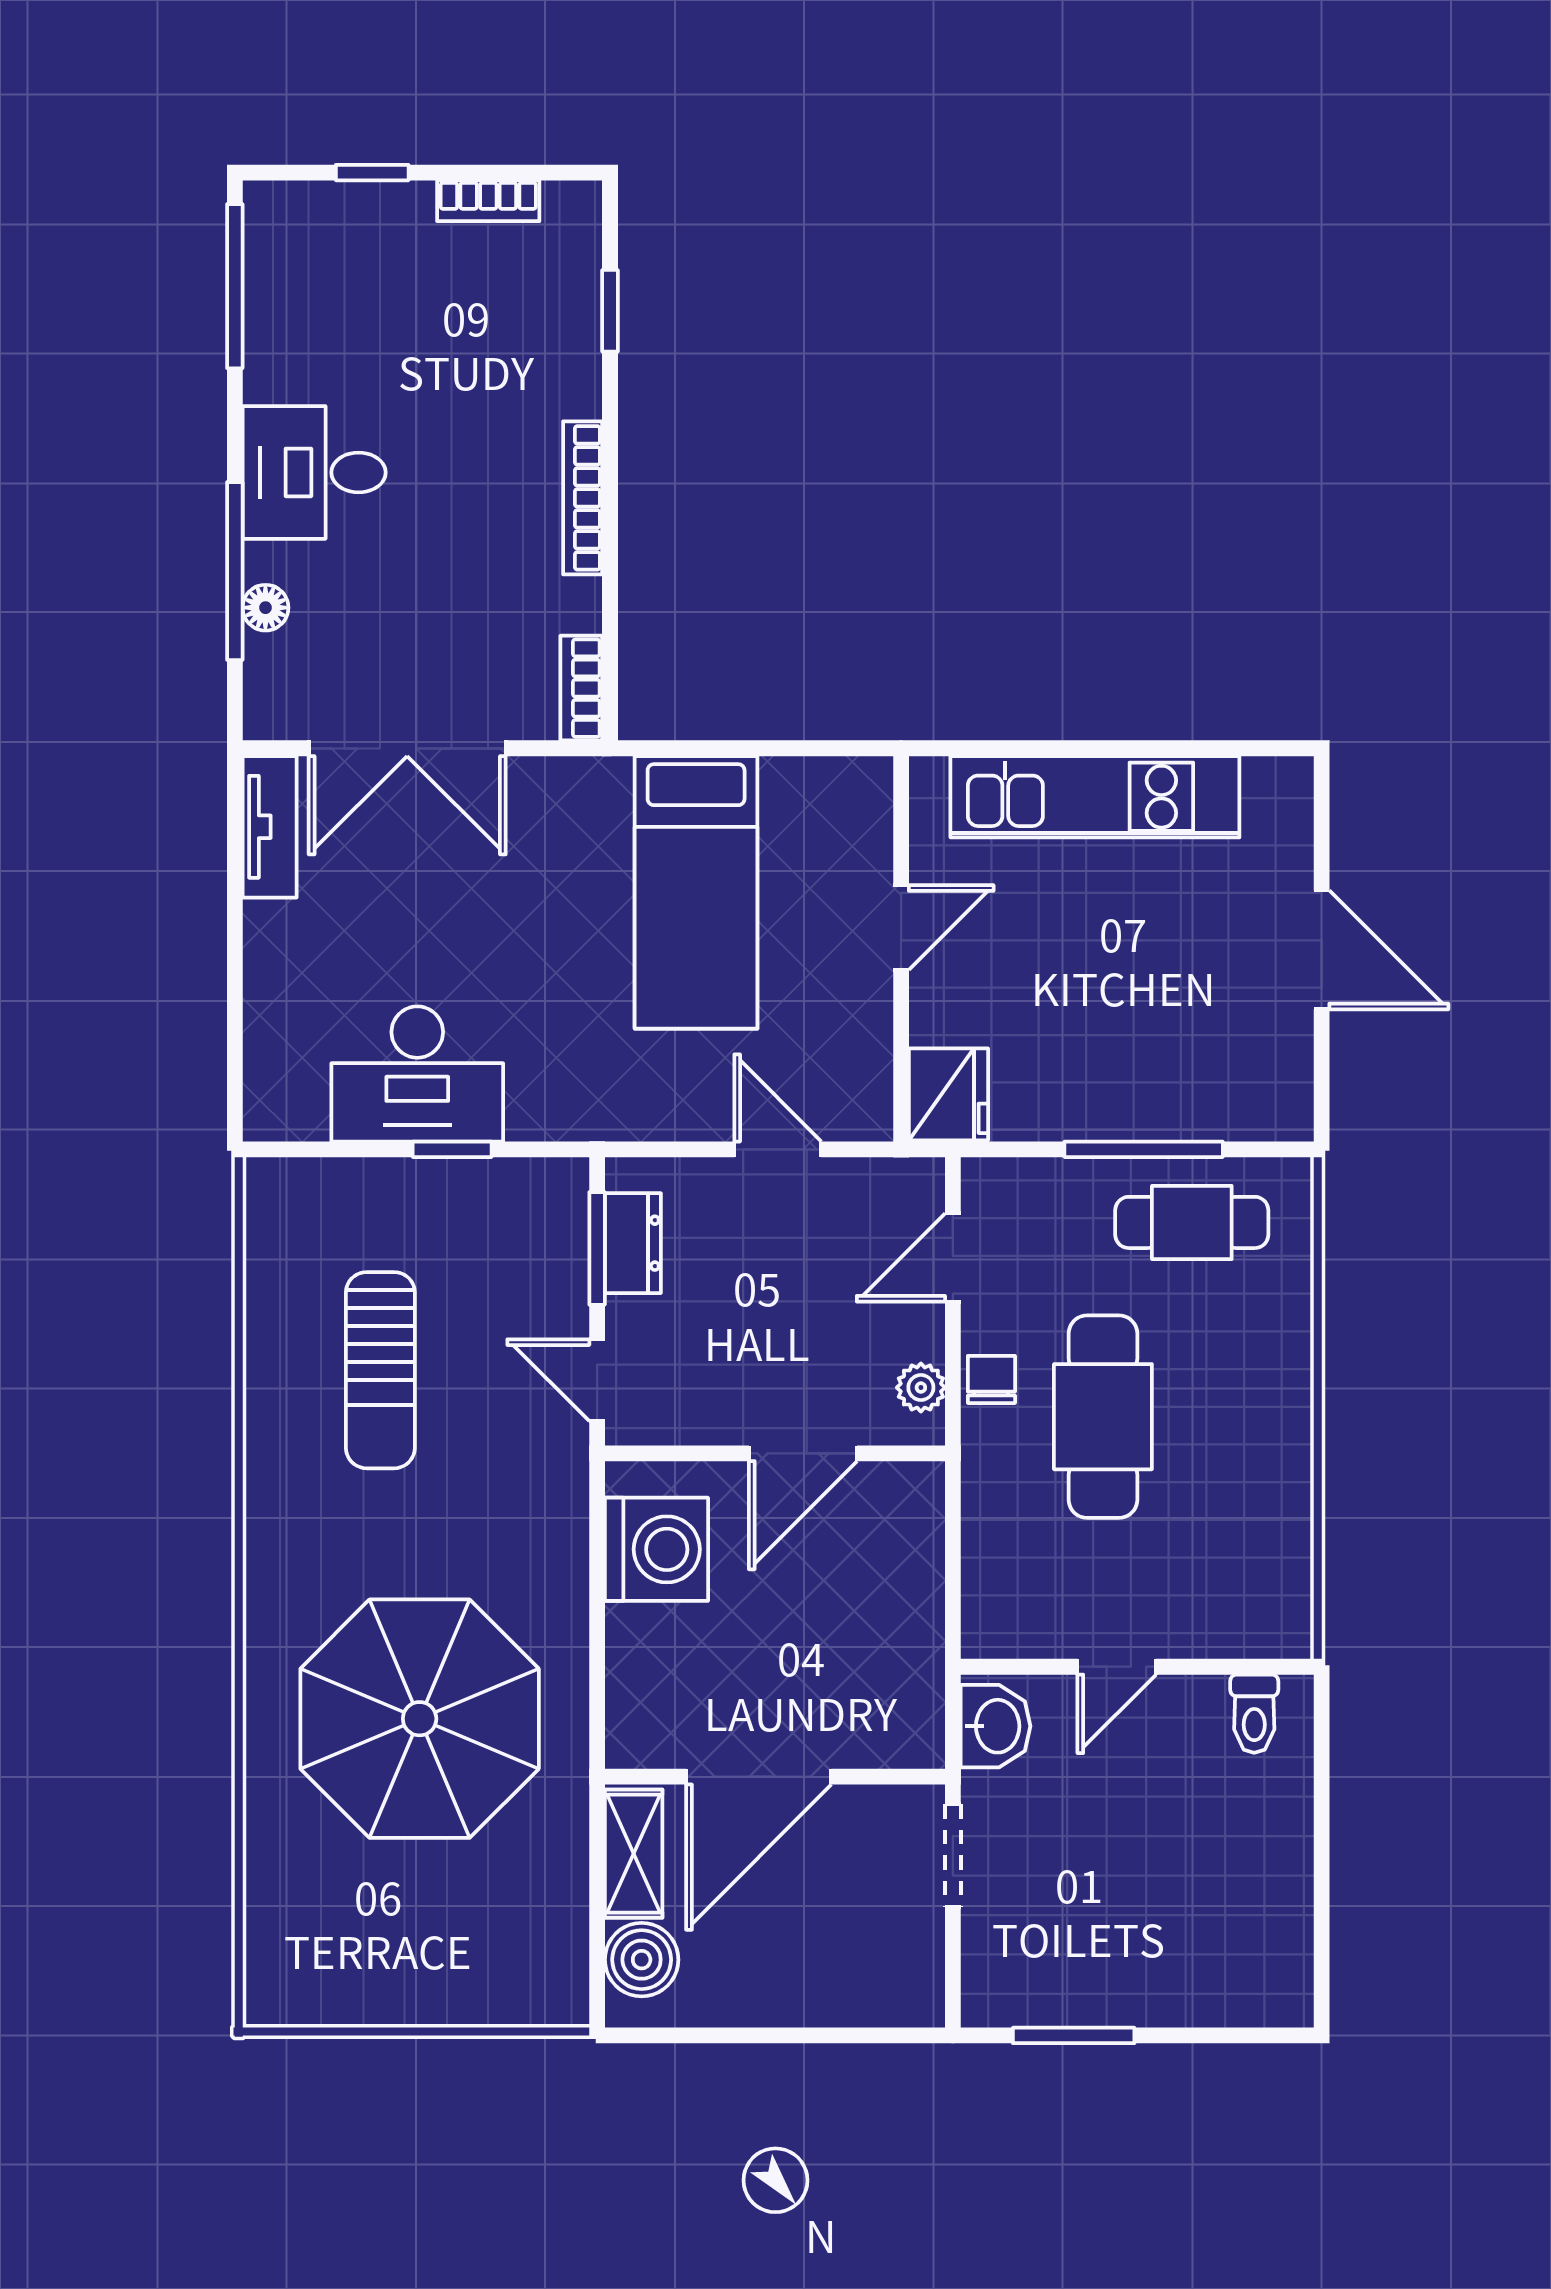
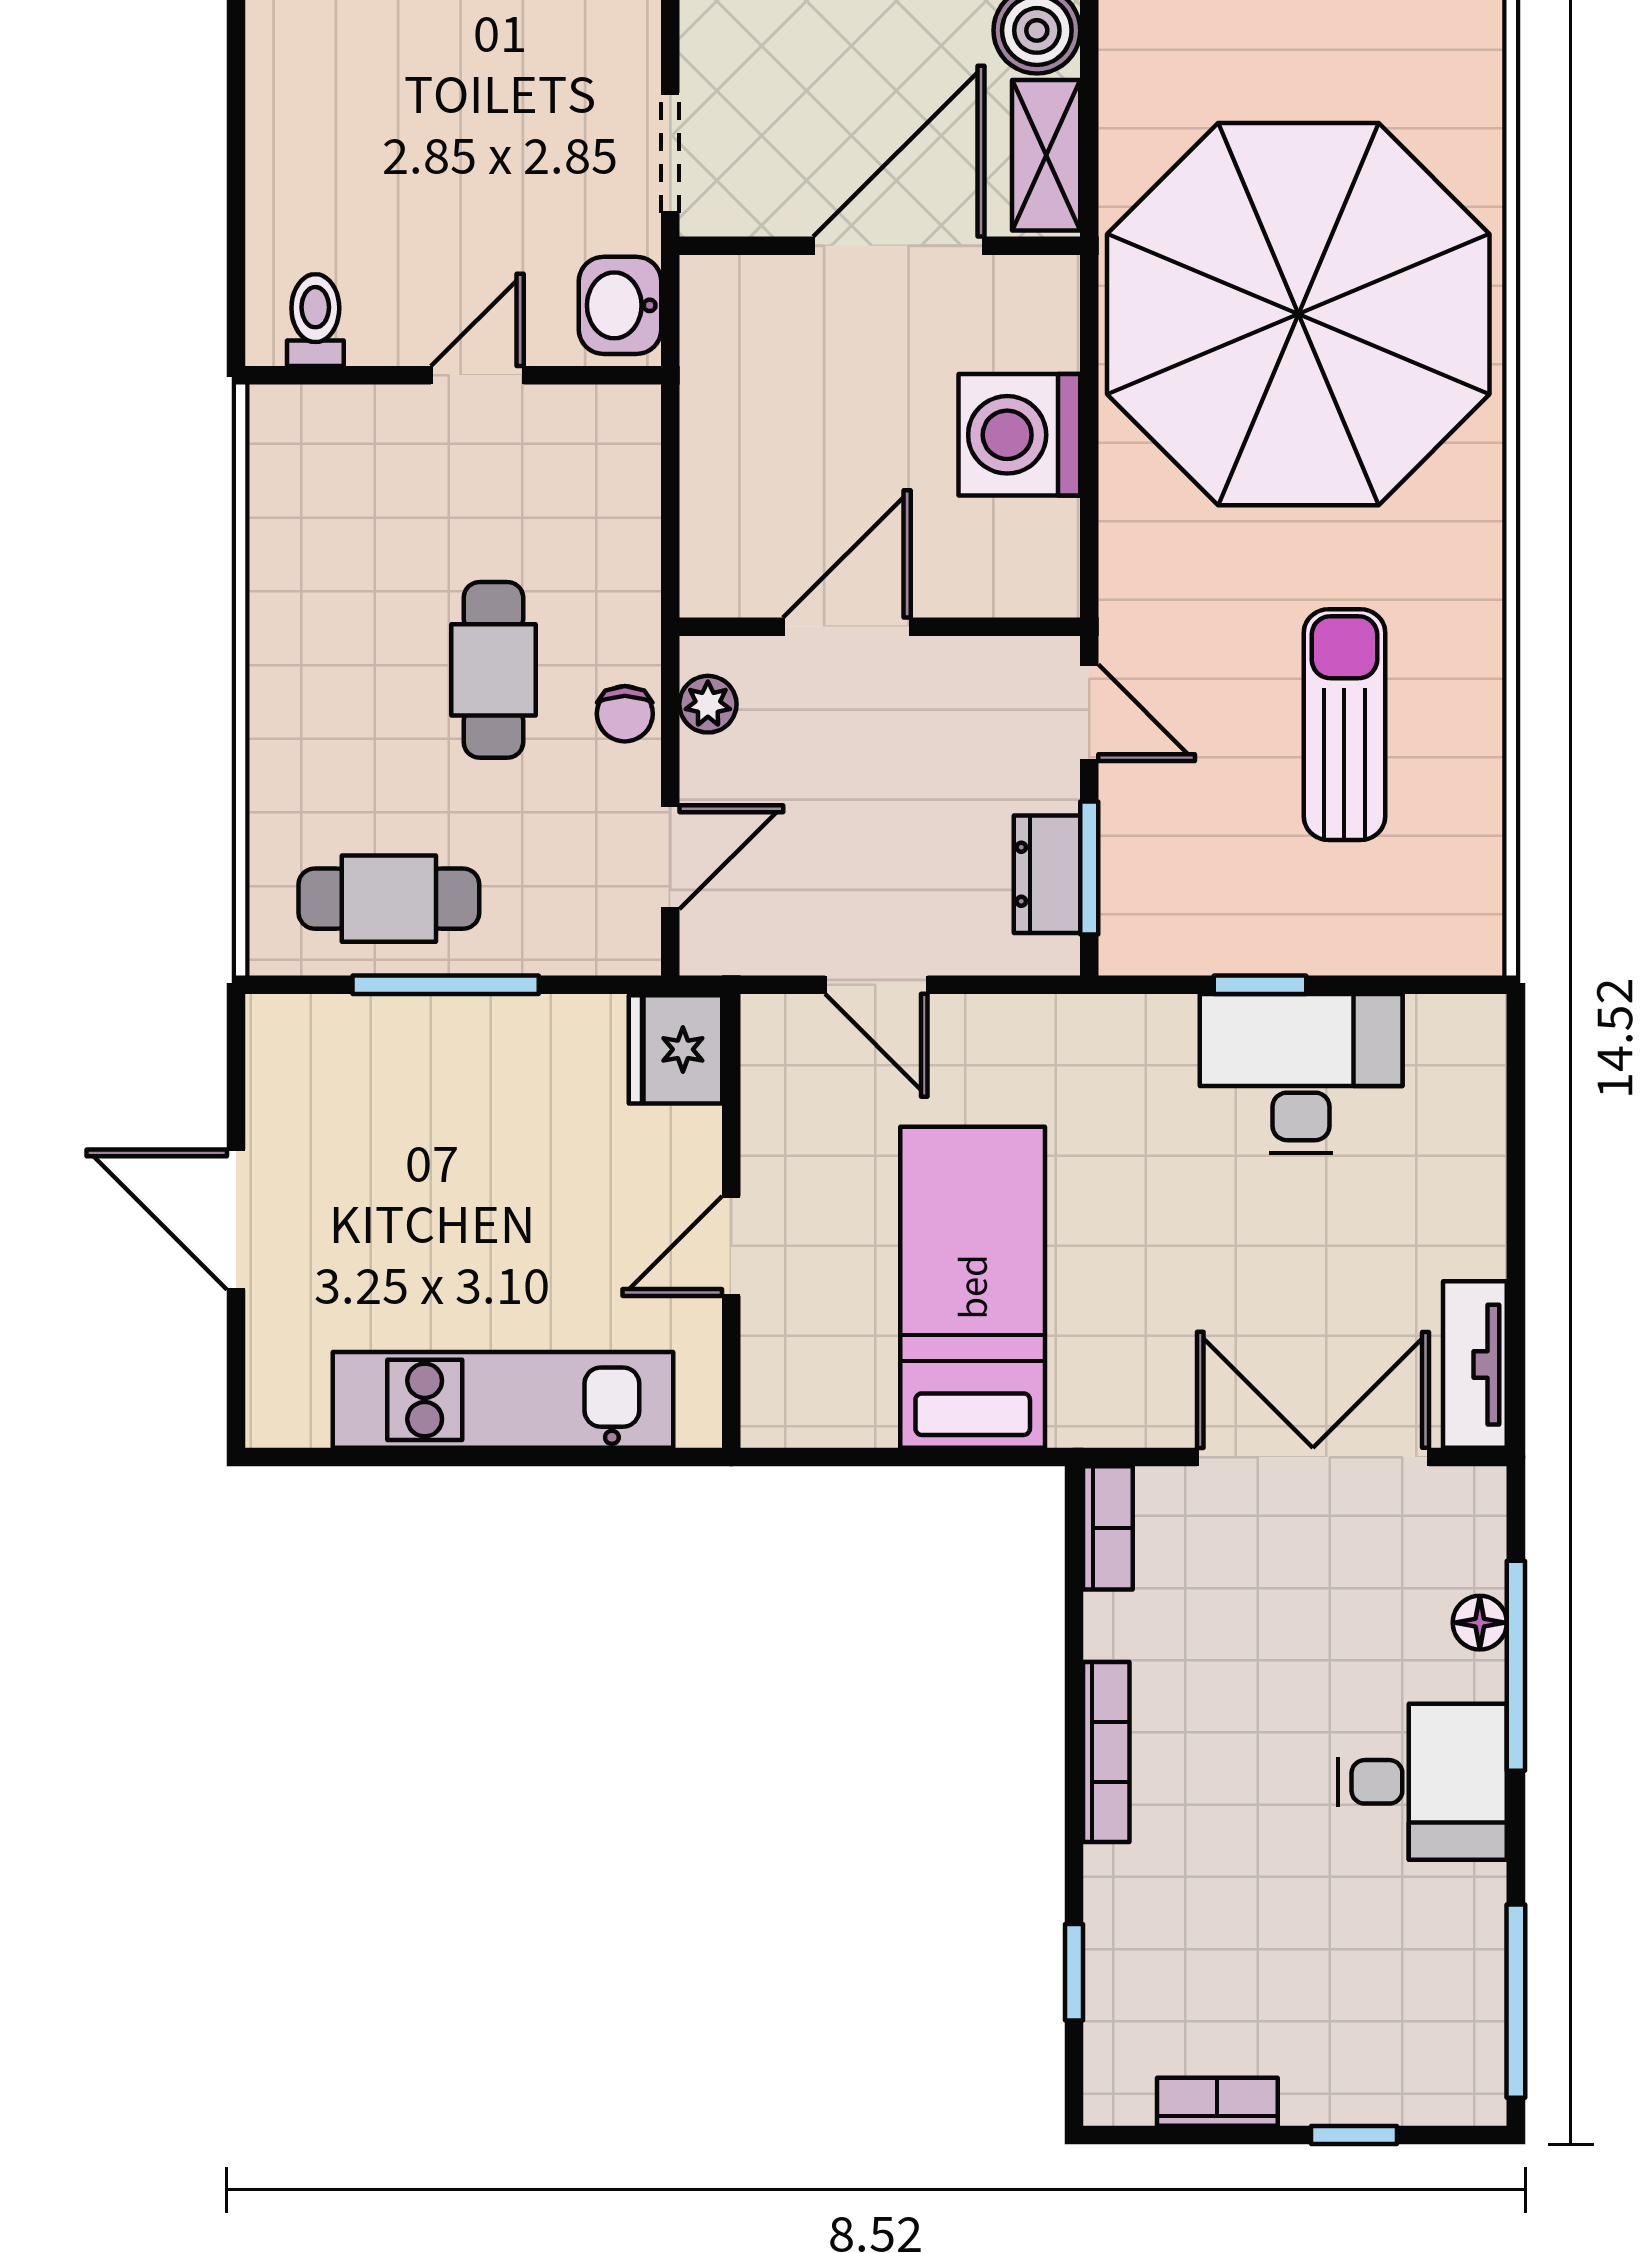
cafe table: (1103, 1417) -> (493, 670), width x0.73, depth x0.74
washing machine: (656, 1549) -> (1019, 435), moved
parasol: (420, 1719) -> (1298, 314), width x1.36, depth x1.36

